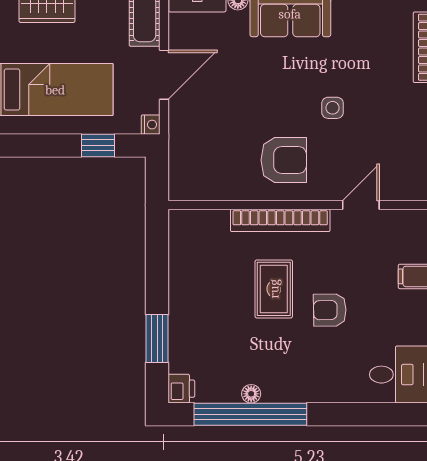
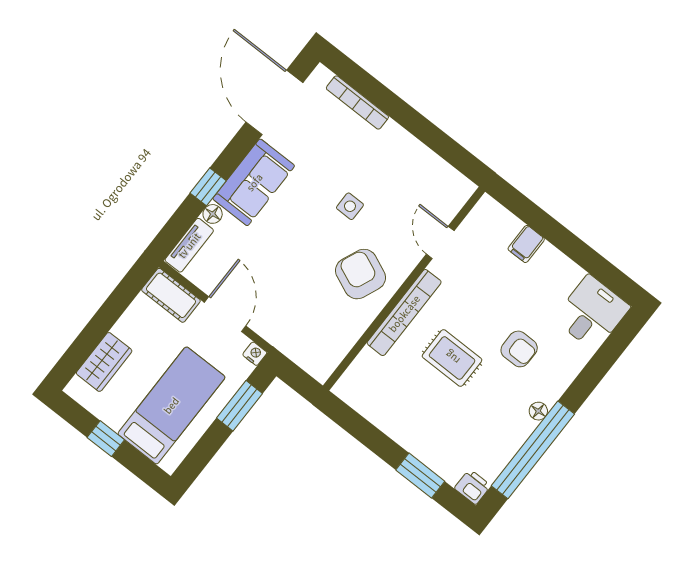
window: (98, 145) -> (239, 406), width x1.50
armchair: (284, 160) -> (361, 274), turned -67
armchair: (330, 310) -> (519, 349), moved, turned -89
floor lamp: (251, 394) -> (538, 411), moved

